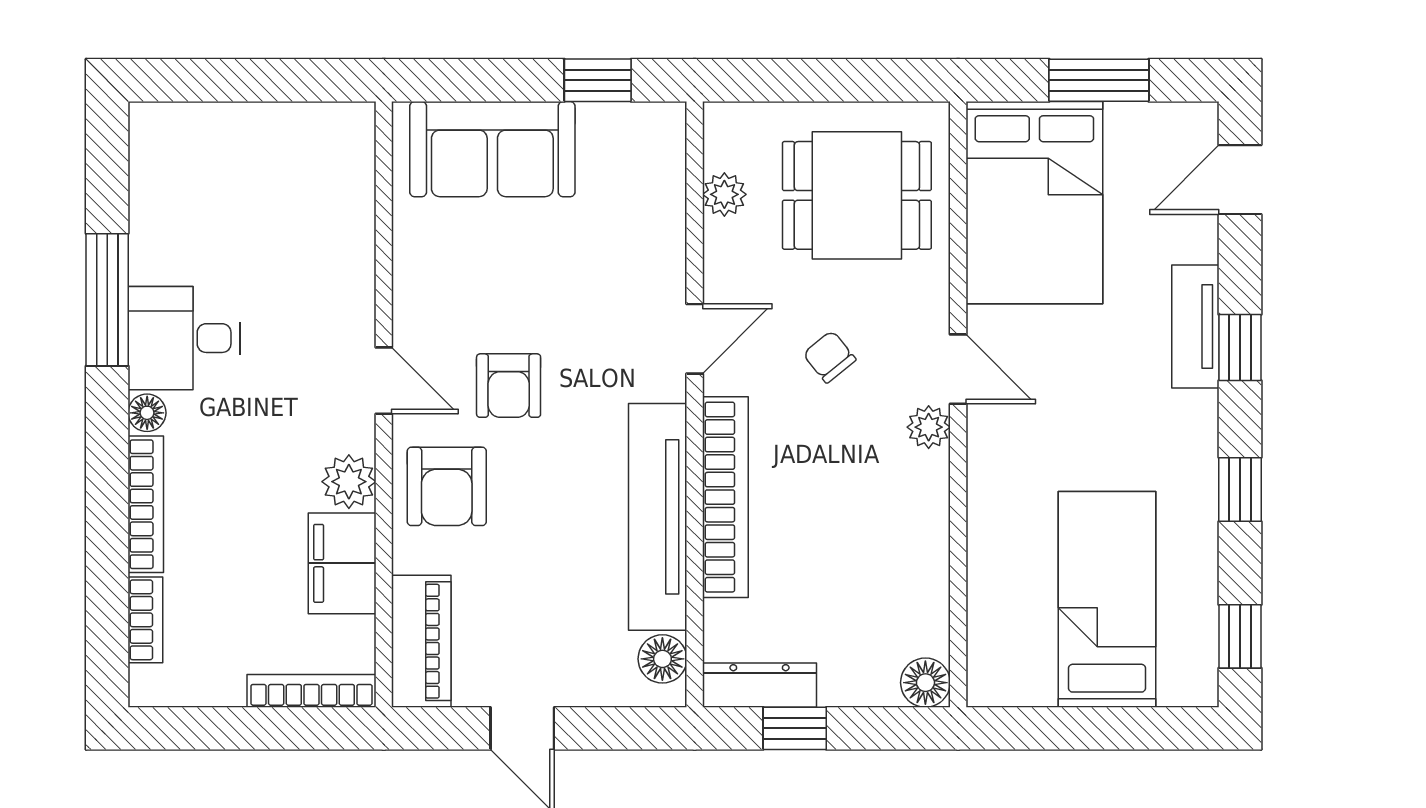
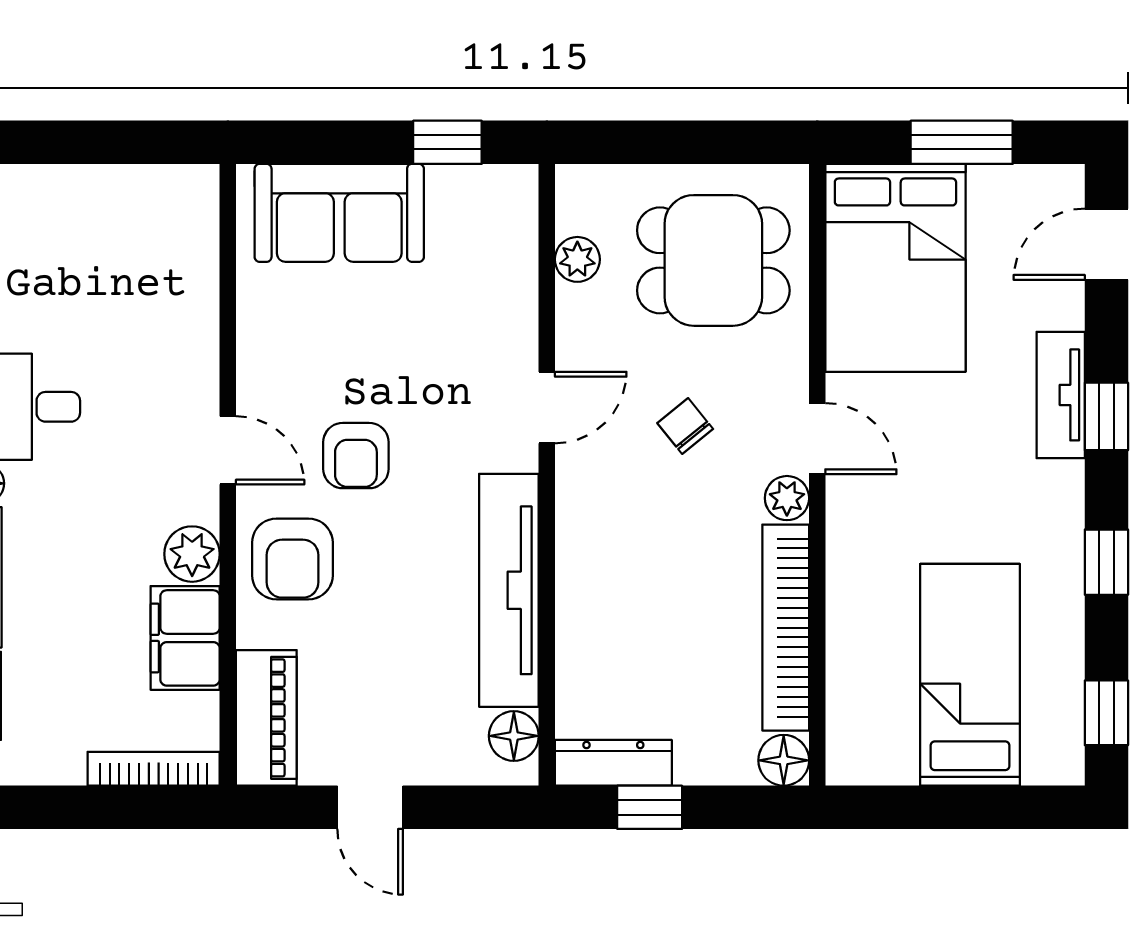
bookcase: (725, 497) -> (786, 628), moved, turned 180

